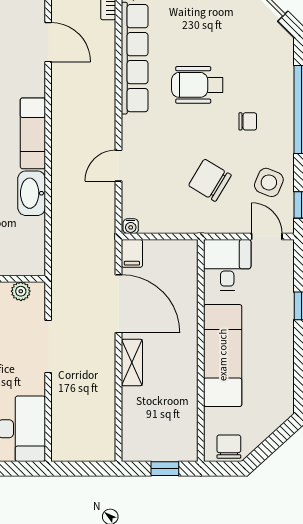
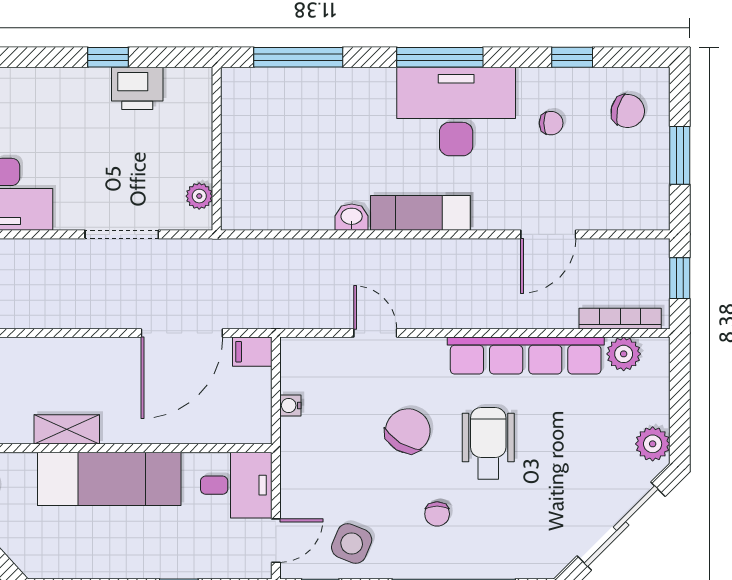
chair: (210, 180) -> (408, 431), moved
washbasin: (32, 193) -> (352, 217), width x0.52, depth x0.69
water cooler: (131, 226) -> (290, 405), moved
shelving: (132, 362) -> (67, 429), moved

